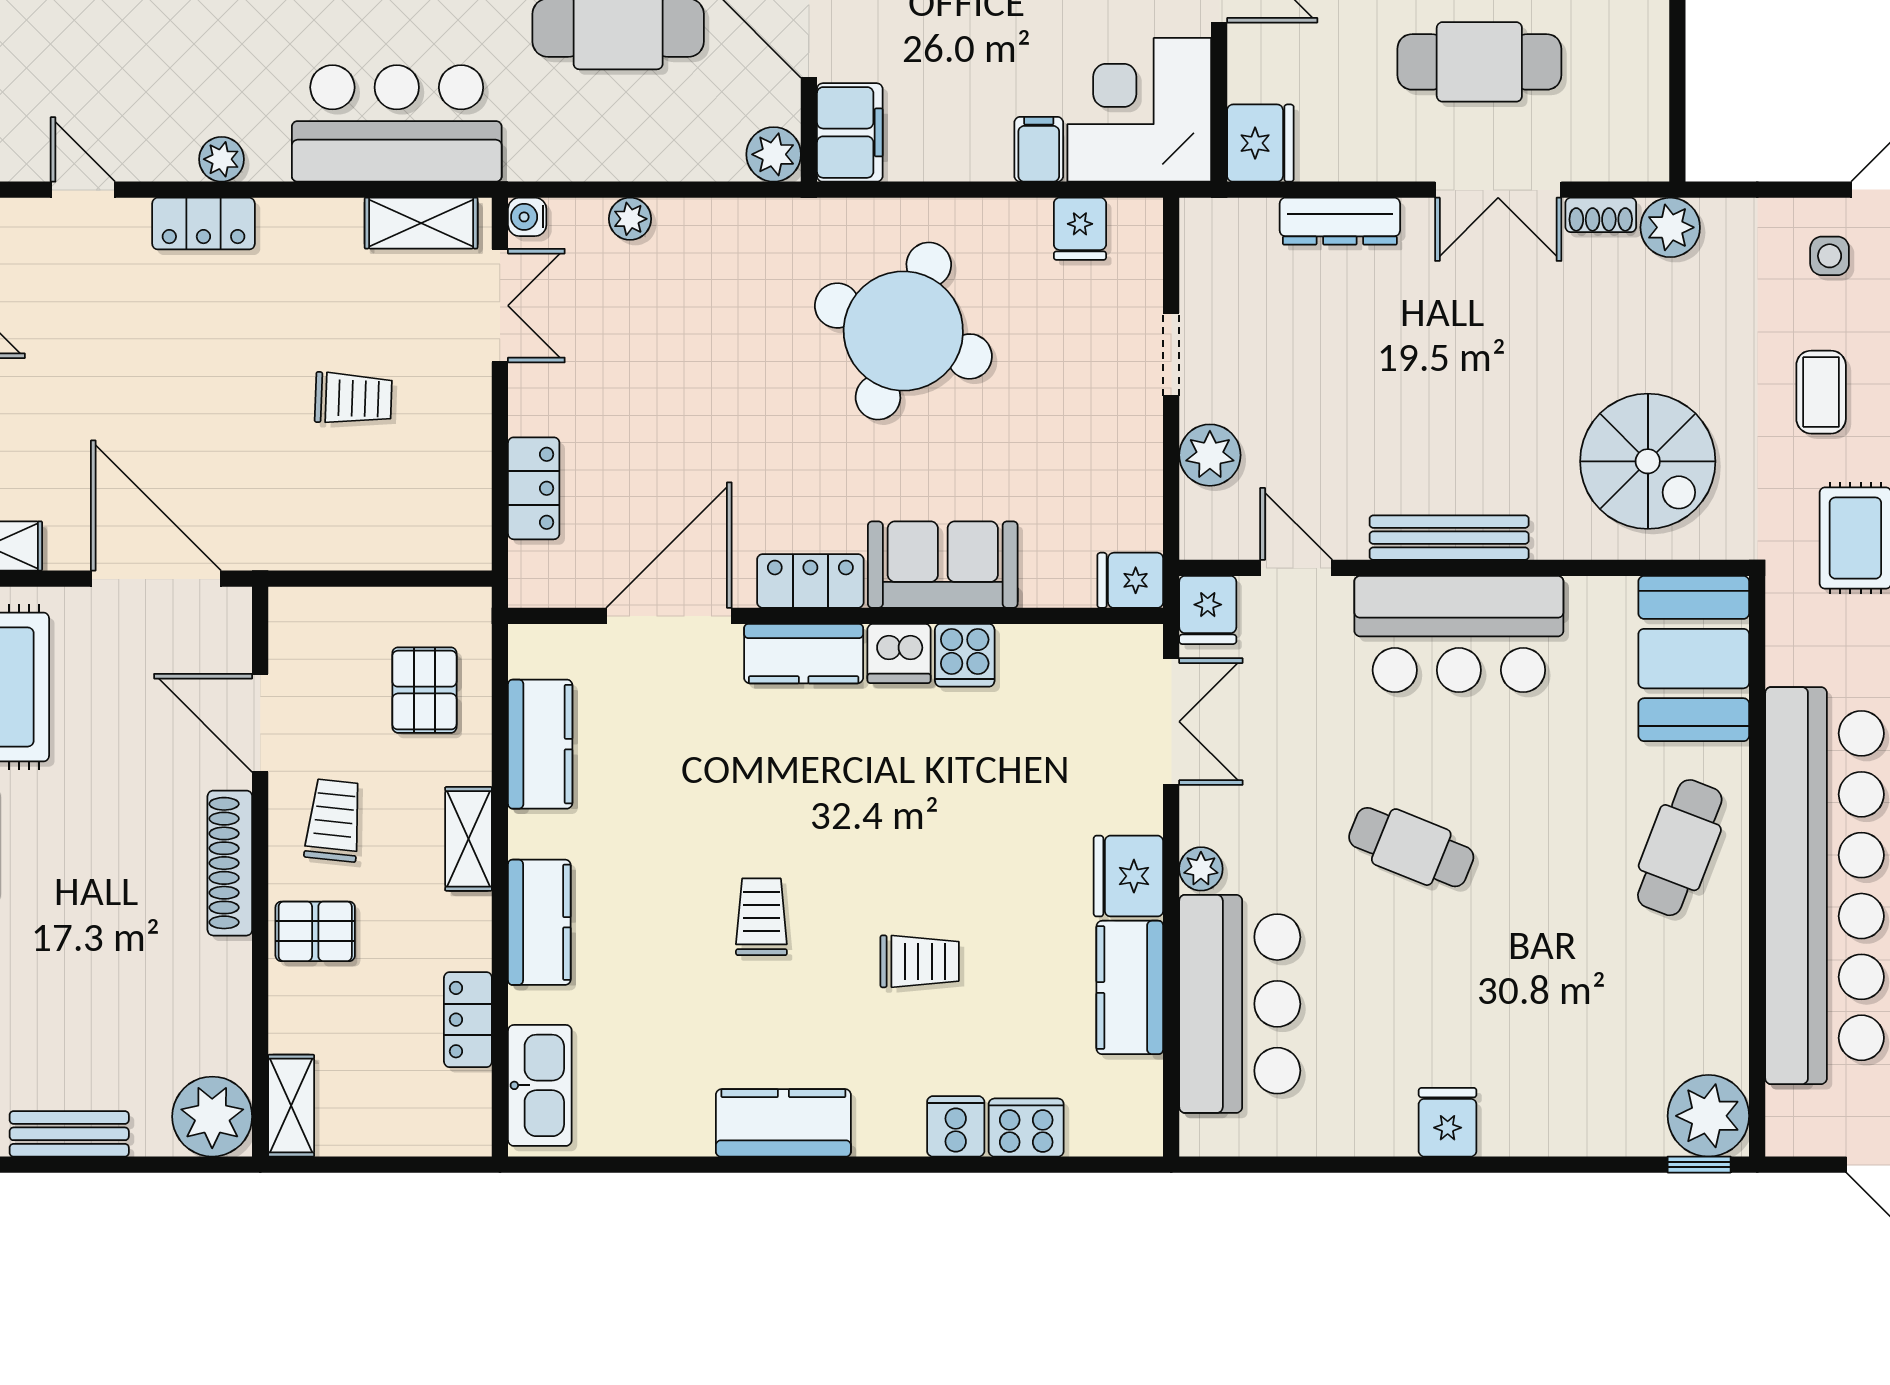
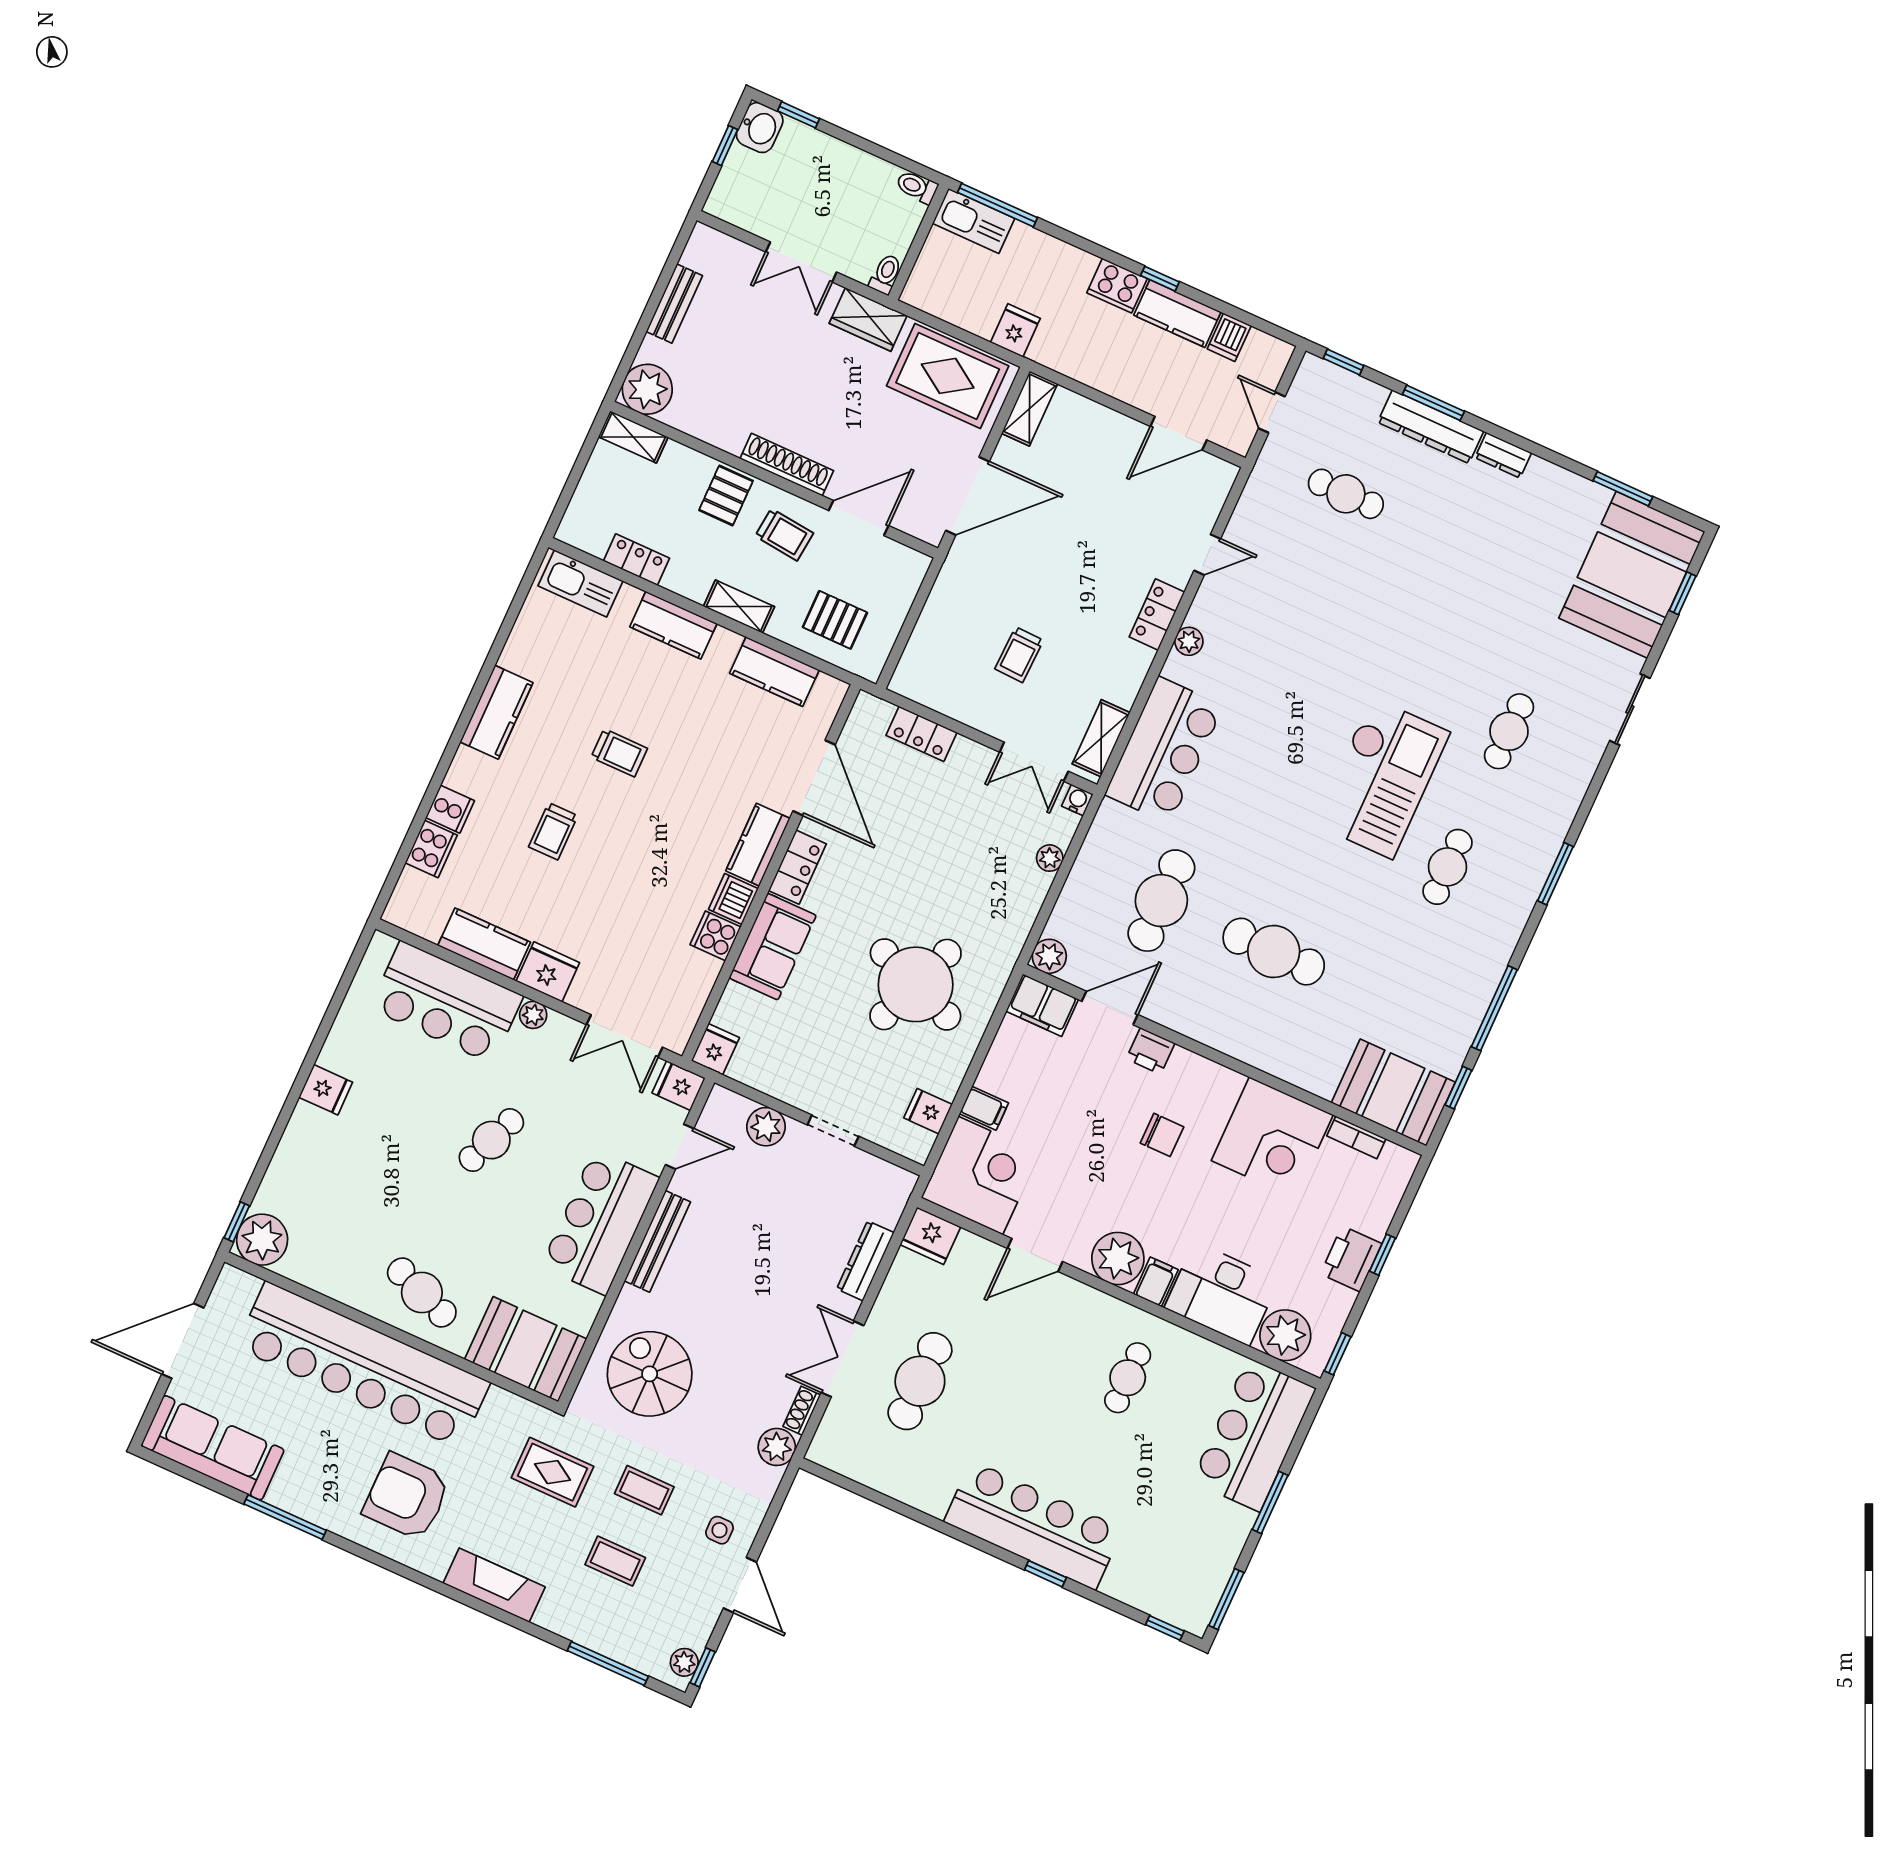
spiral stairs: (1648, 461) -> (650, 1374), turned 90

